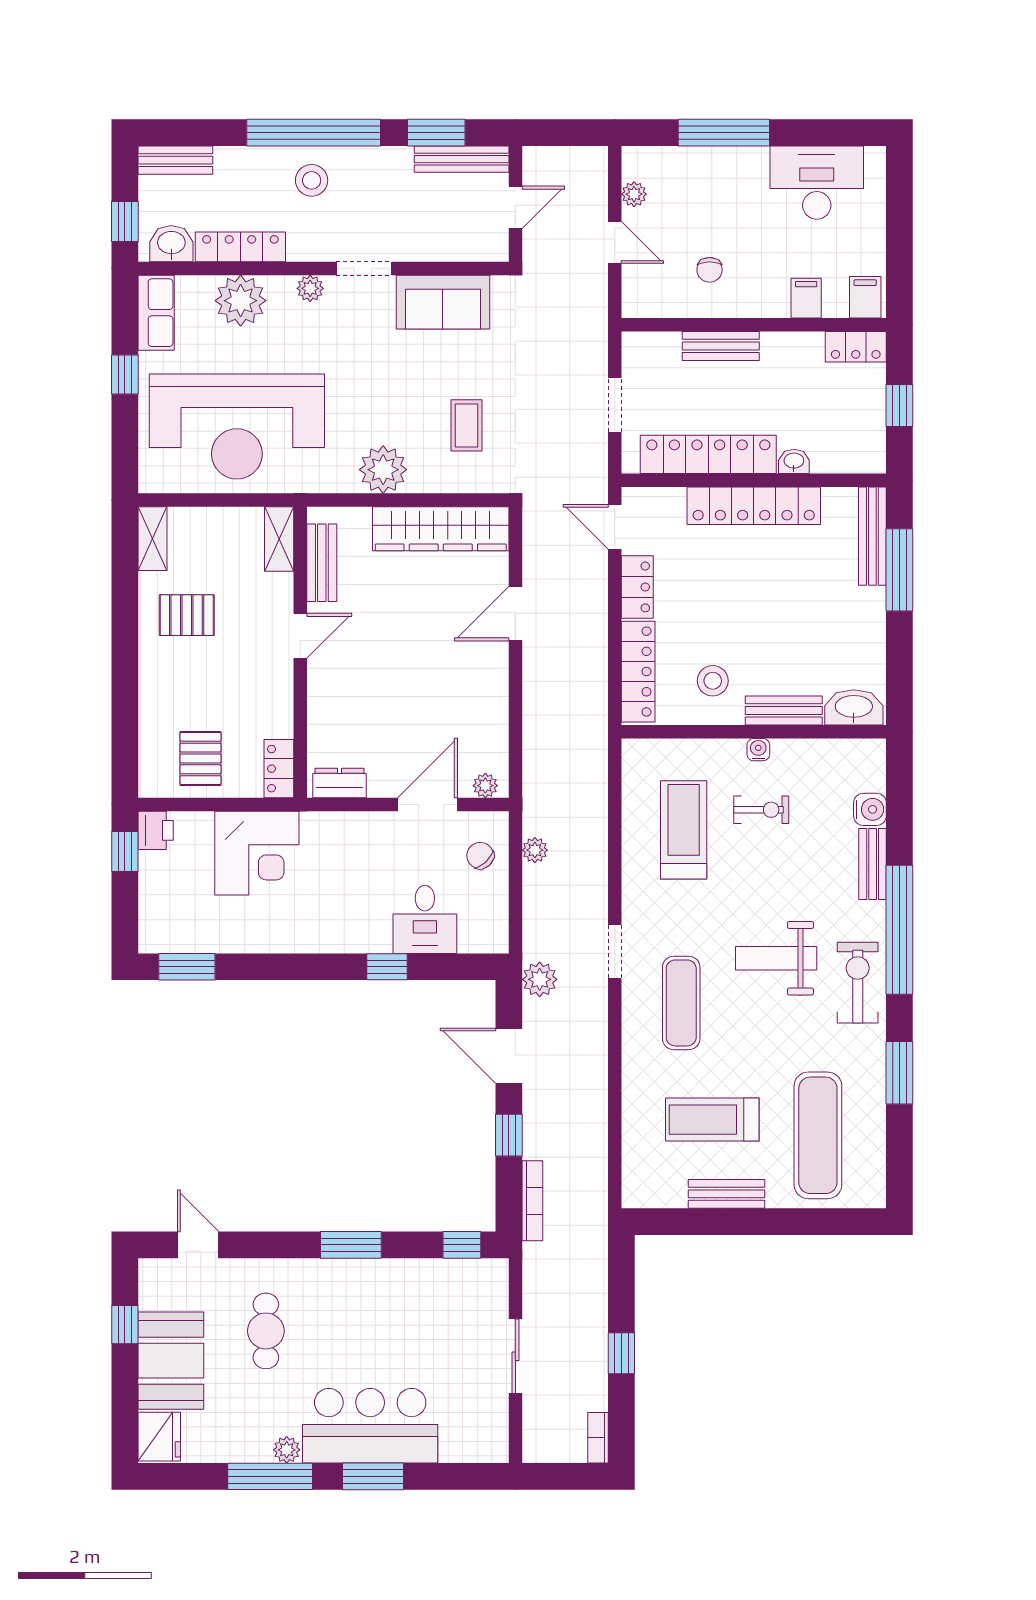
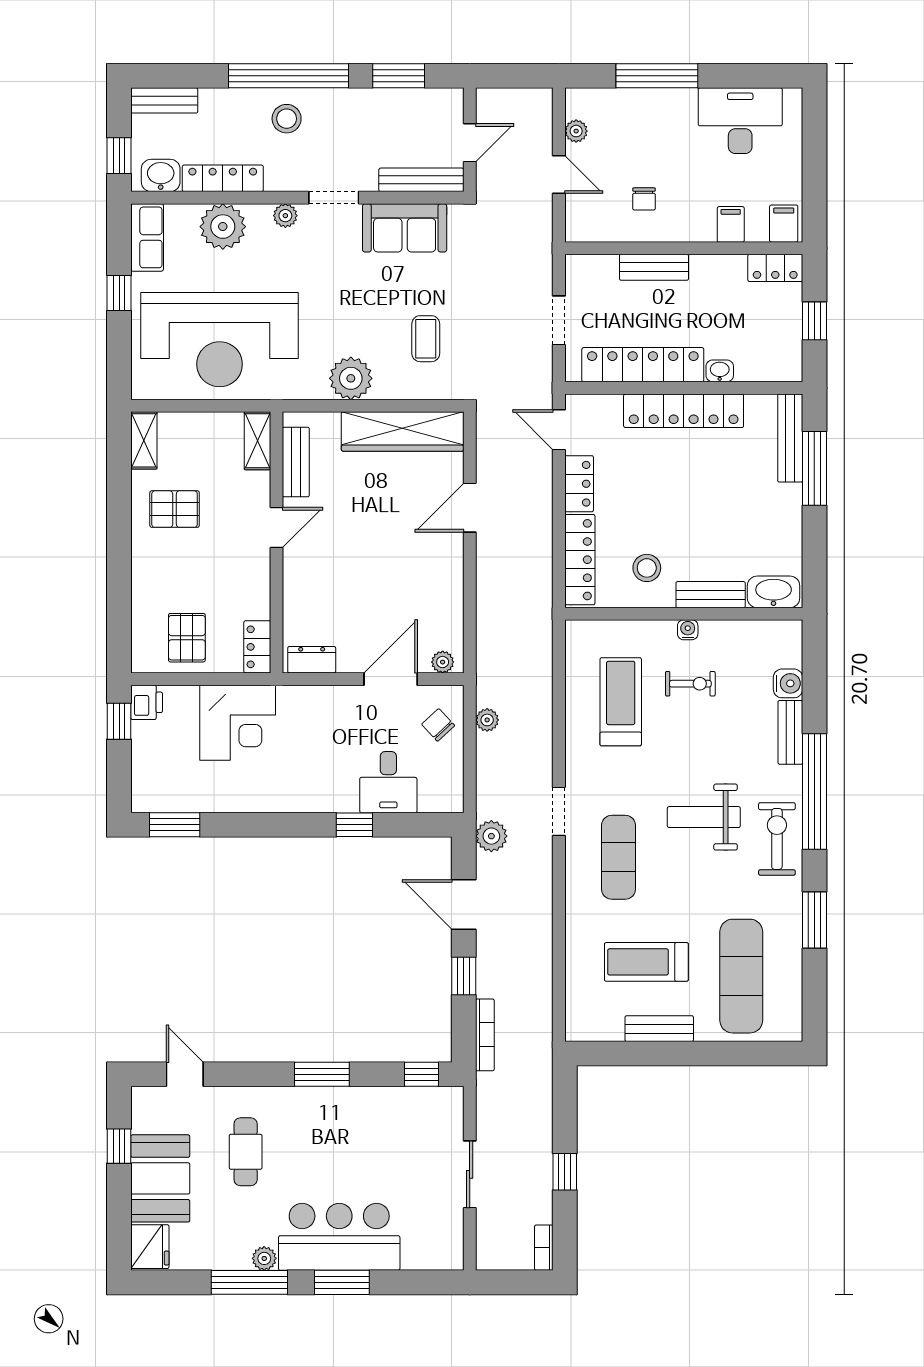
bench: (462, 159) -> (421, 180), moved

